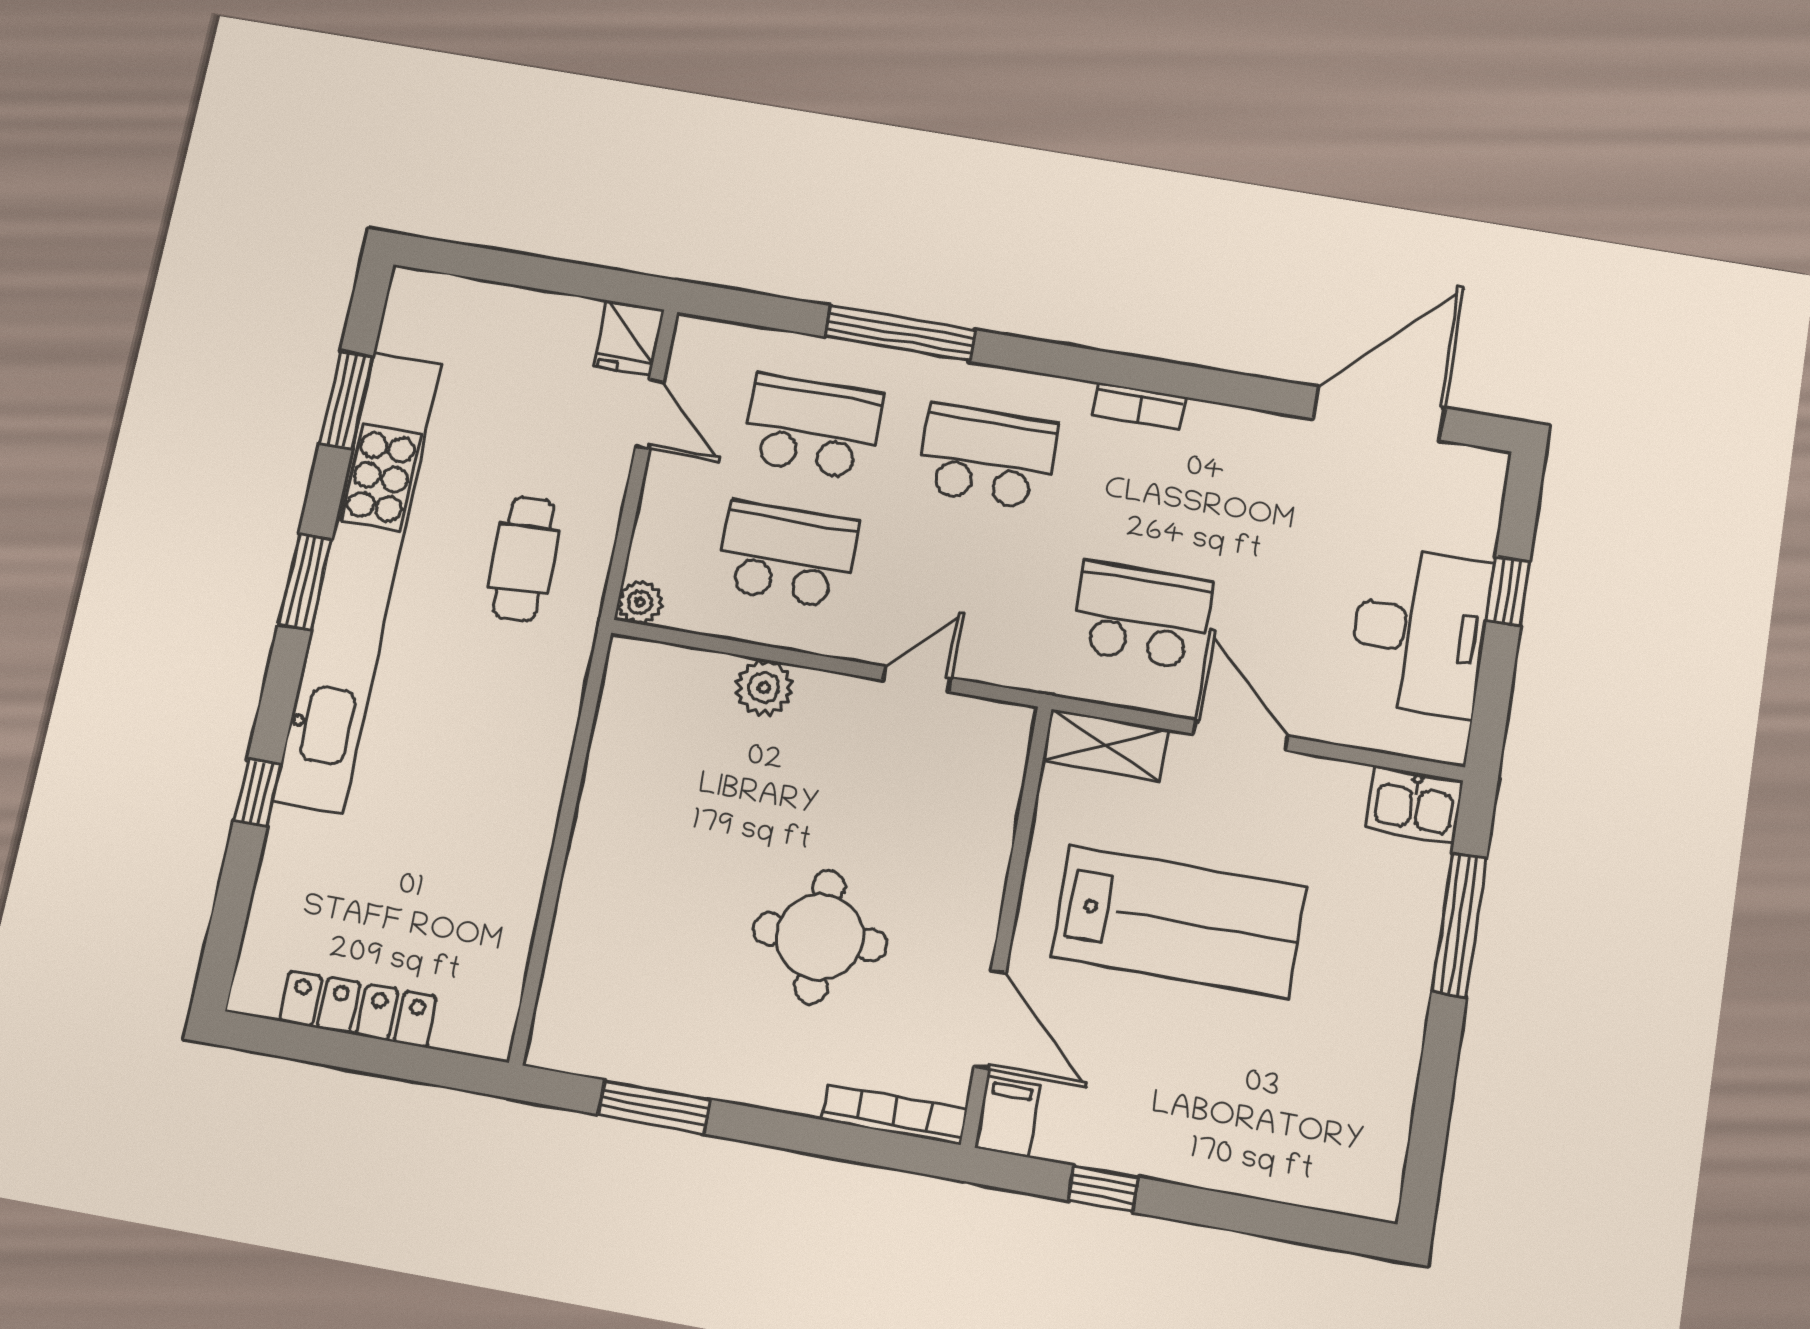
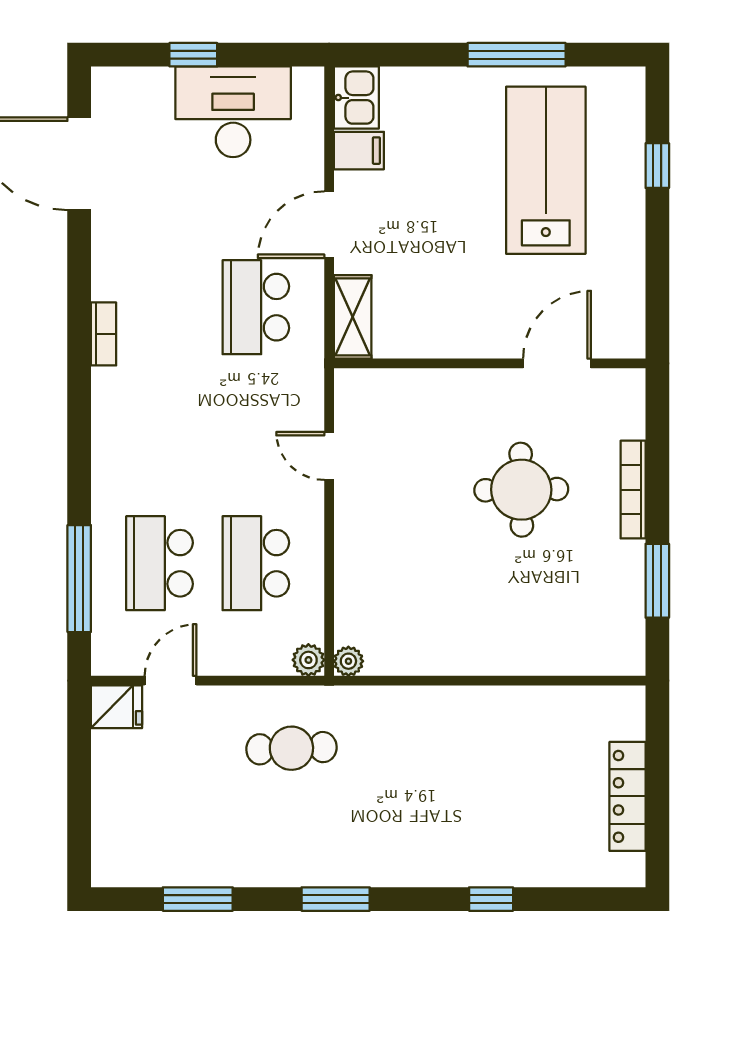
window: (900, 333) -> (79, 579), moved
school desk: (987, 457) -> (159, 435), removed
kitchen unit: (358, 580) -> (327, 862), removed
plant: (764, 687) -> (348, 661), moved, width x0.73, depth x0.73
lab bench: (1179, 922) -> (546, 170), moved
window: (1459, 925) -> (517, 55), moved
bookcase: (894, 1114) -> (633, 490), moved
filing cabinet: (1008, 1116) -> (359, 151), moved, turned 180
window: (1103, 1189) -> (657, 166), moved

